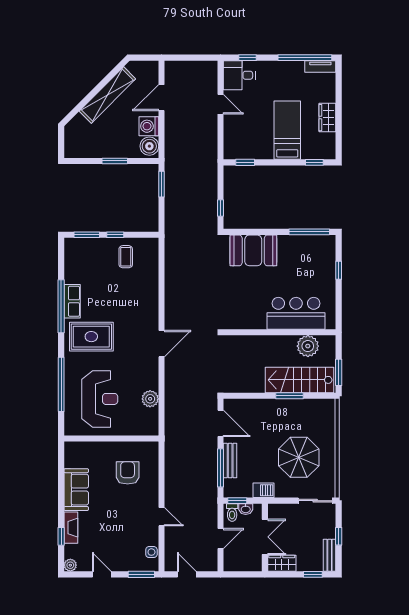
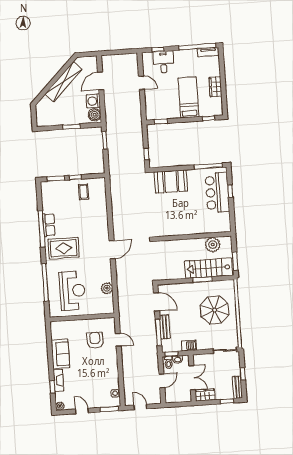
desk: (239, 75) -> (163, 62), moved, turned 90
bar counter: (296, 313) -> (217, 192), moved, turned -90
parasol: (299, 457) -> (215, 310), moved
door: (161, 517) -> (118, 340), moved

